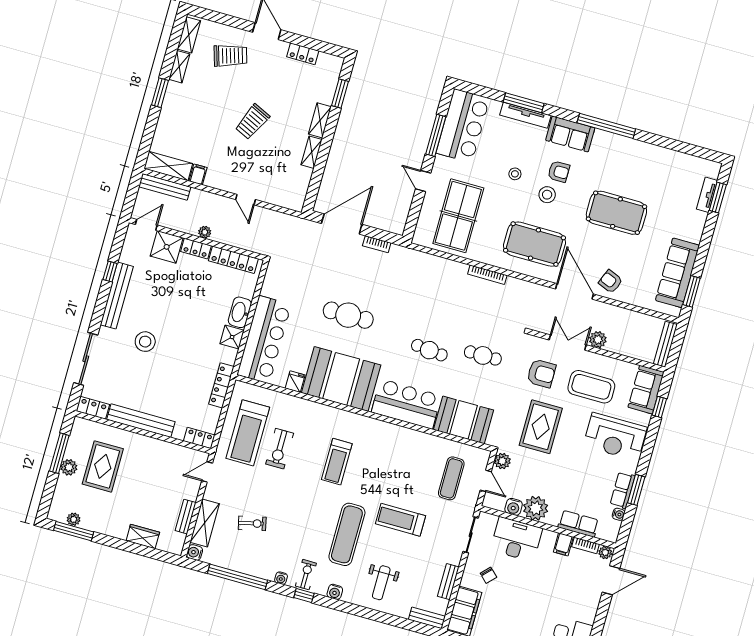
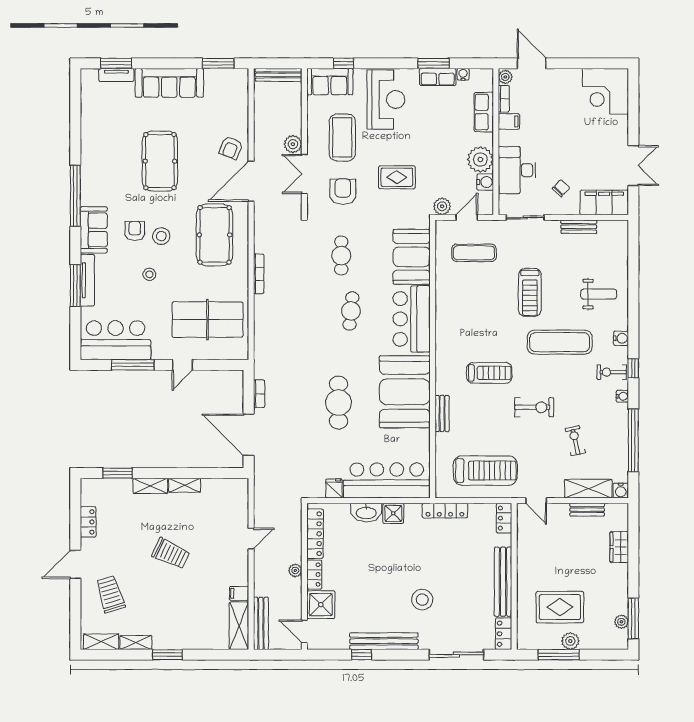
sofa: (677, 273) -> (169, 83), moved
fridge: (295, 382) -> (334, 488), moved, turned 90
rug: (541, 427) -> (397, 177), width x0.73, depth x0.70
exercise bike: (280, 449) -> (534, 407), moved
bench: (427, 618) -> (442, 413), moved

